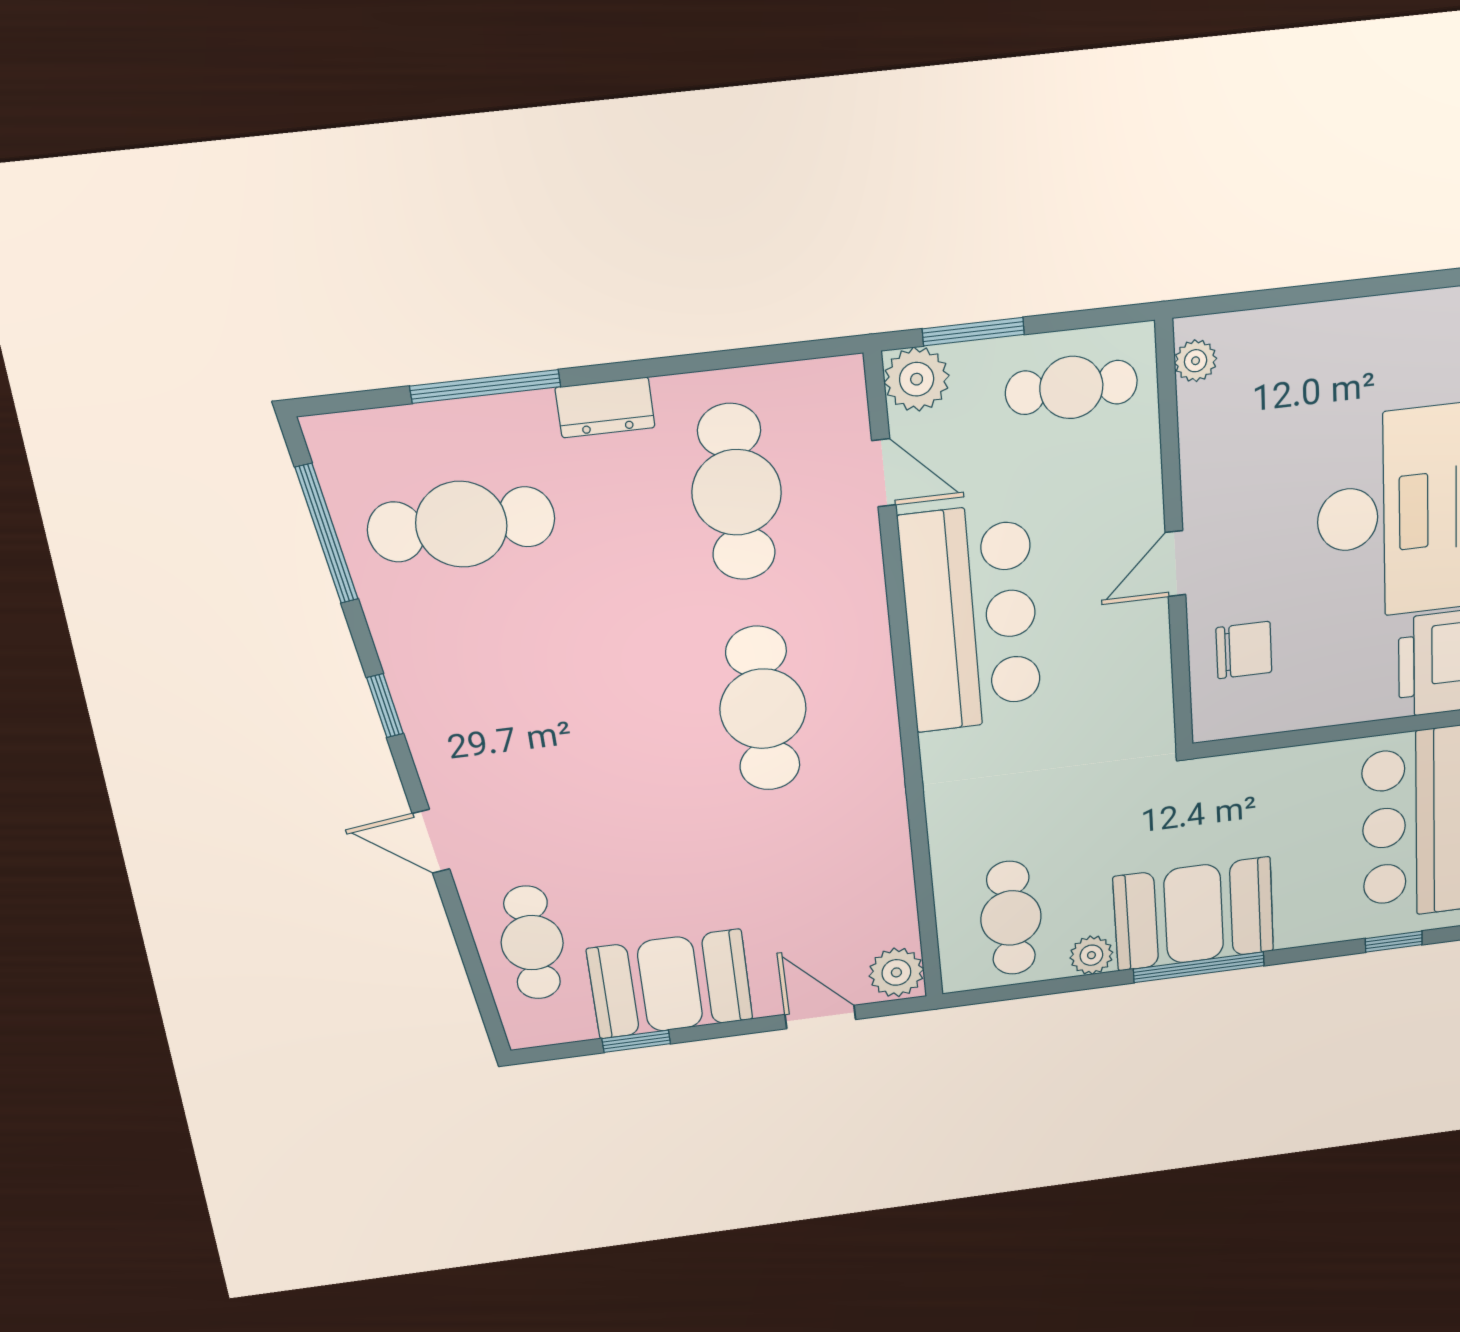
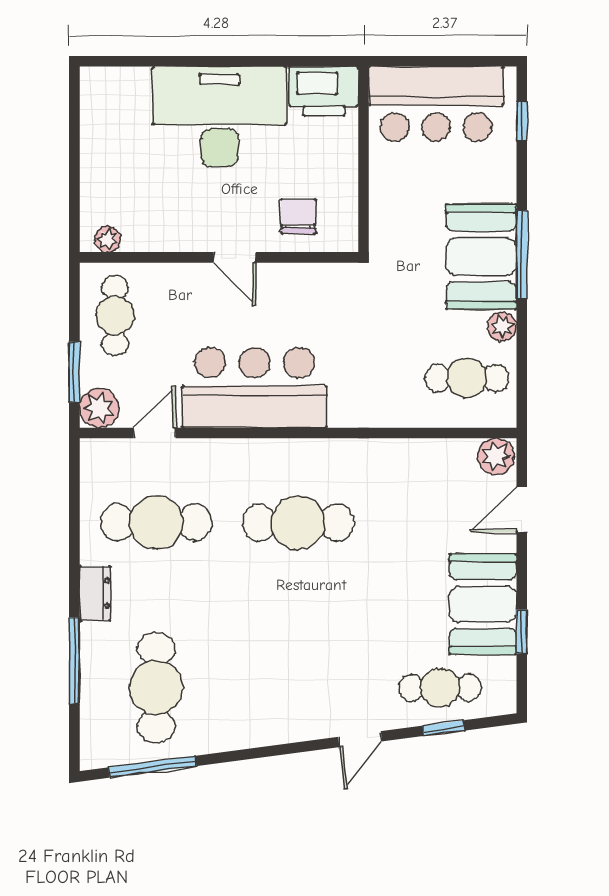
window: (385, 706) -> (444, 728), moved

